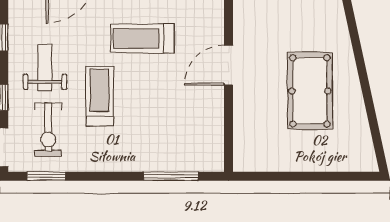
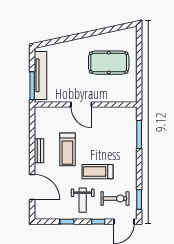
weight bench: (45, 68) -> (83, 200), turned -90
pool table: (310, 91) -> (109, 63), moved

